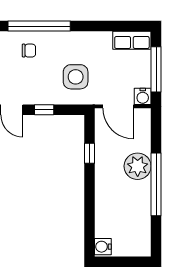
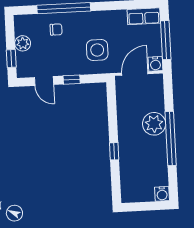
door: (118, 106) -> (135, 73), swing flipped
window: (89, 153) -> (114, 151), moved
water cooler: (103, 247) -> (162, 194), moved, turned -90

